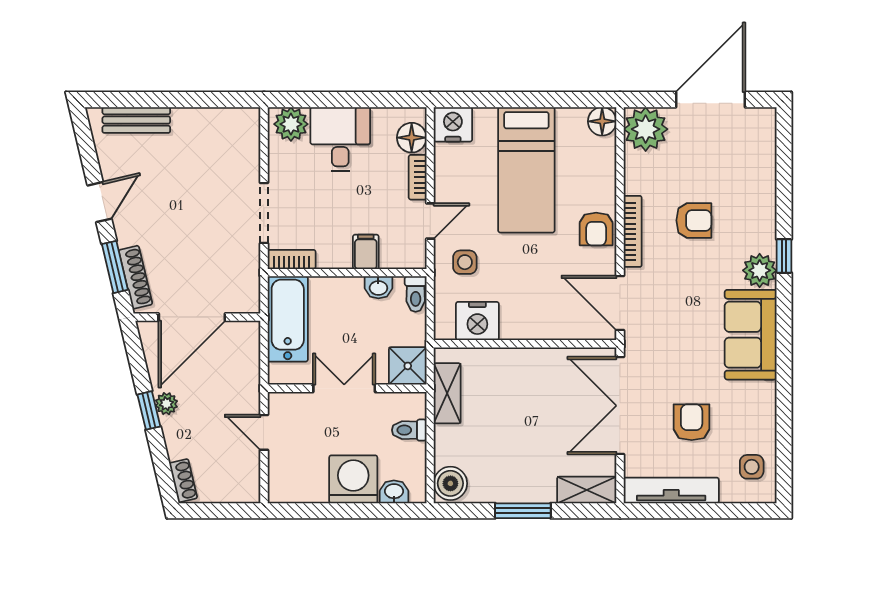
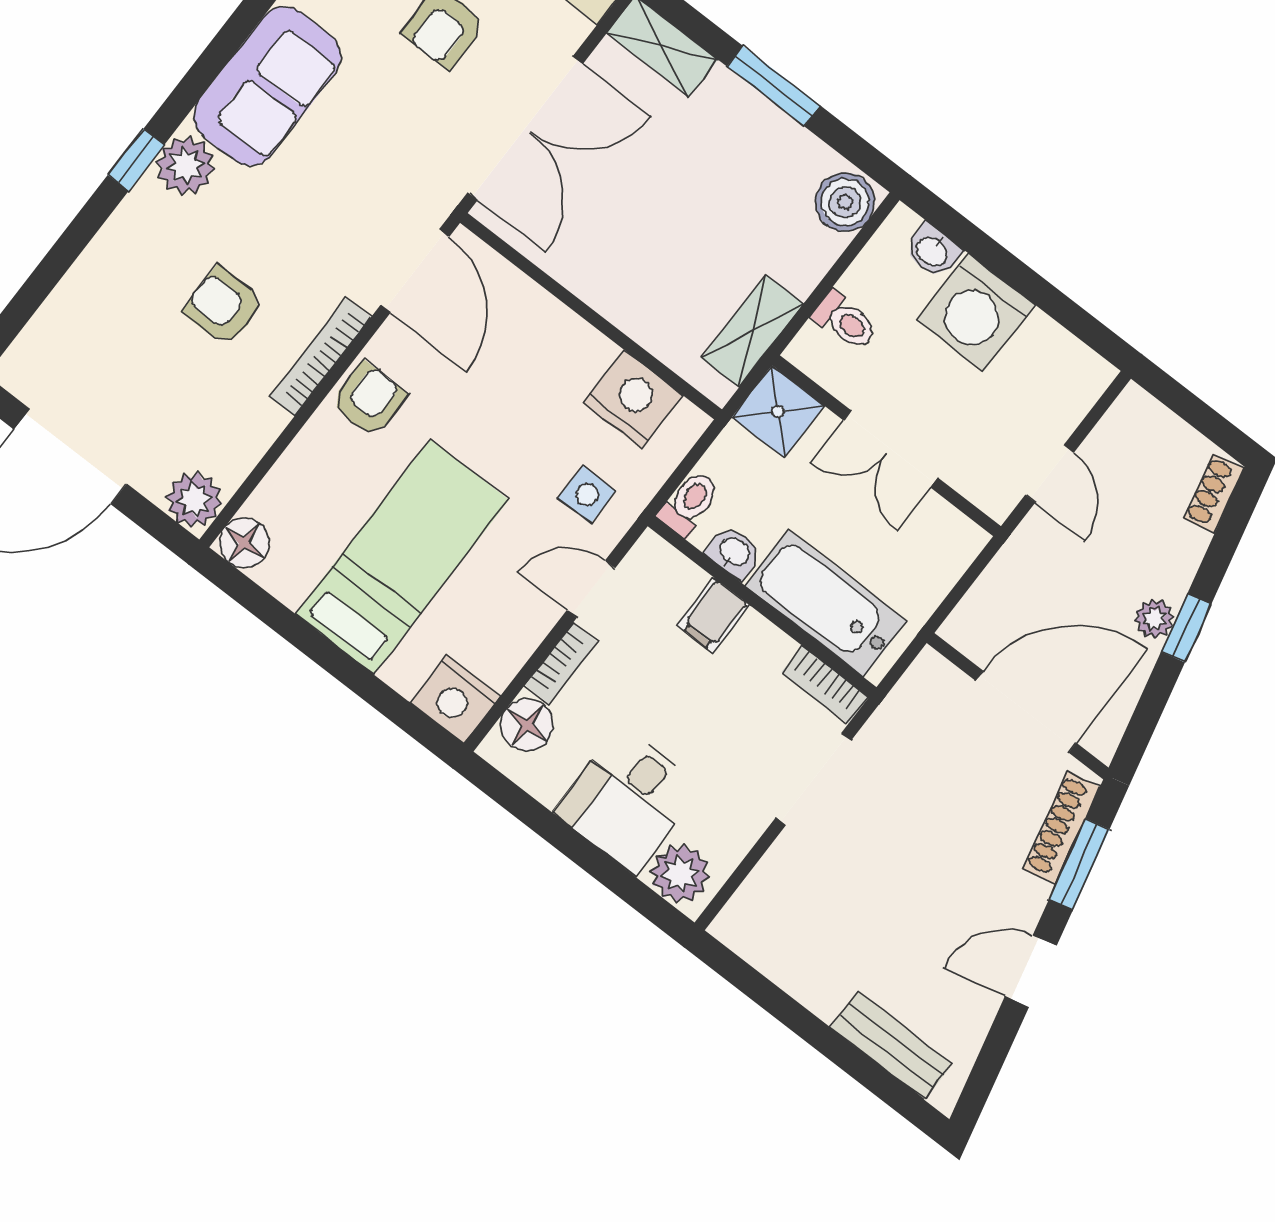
plant: (646, 129) -> (194, 500), width x0.73, depth x0.73
bathtub: (288, 319) -> (826, 603), moved, turned 90

